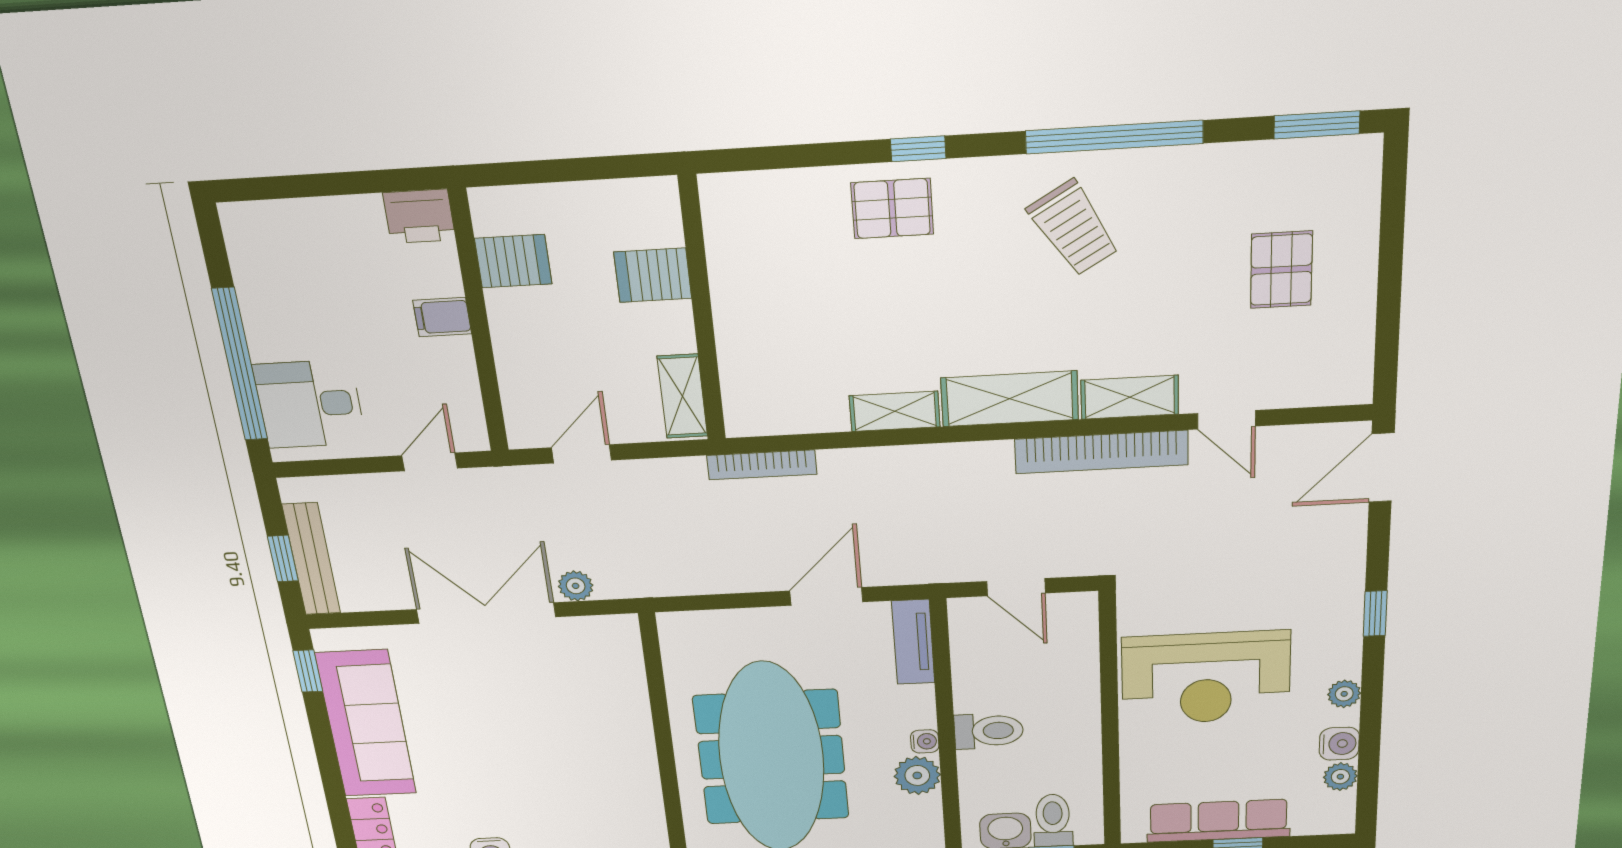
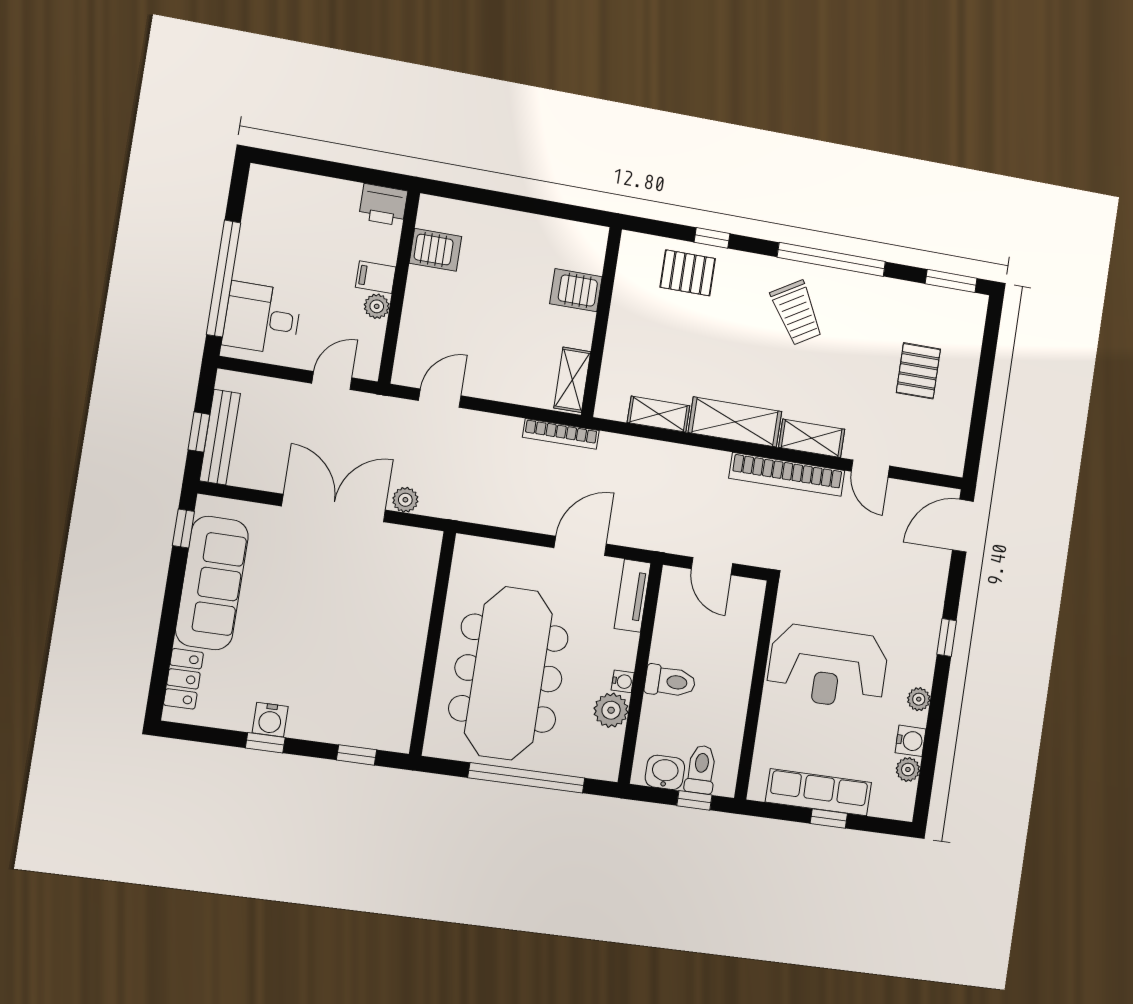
server rack: (653, 275) -> (576, 290), moved
wall: (702, 310) -> (601, 322), moved
plant: (457, 355) -> (377, 306), added
shelving: (682, 396) -> (572, 380), moved

